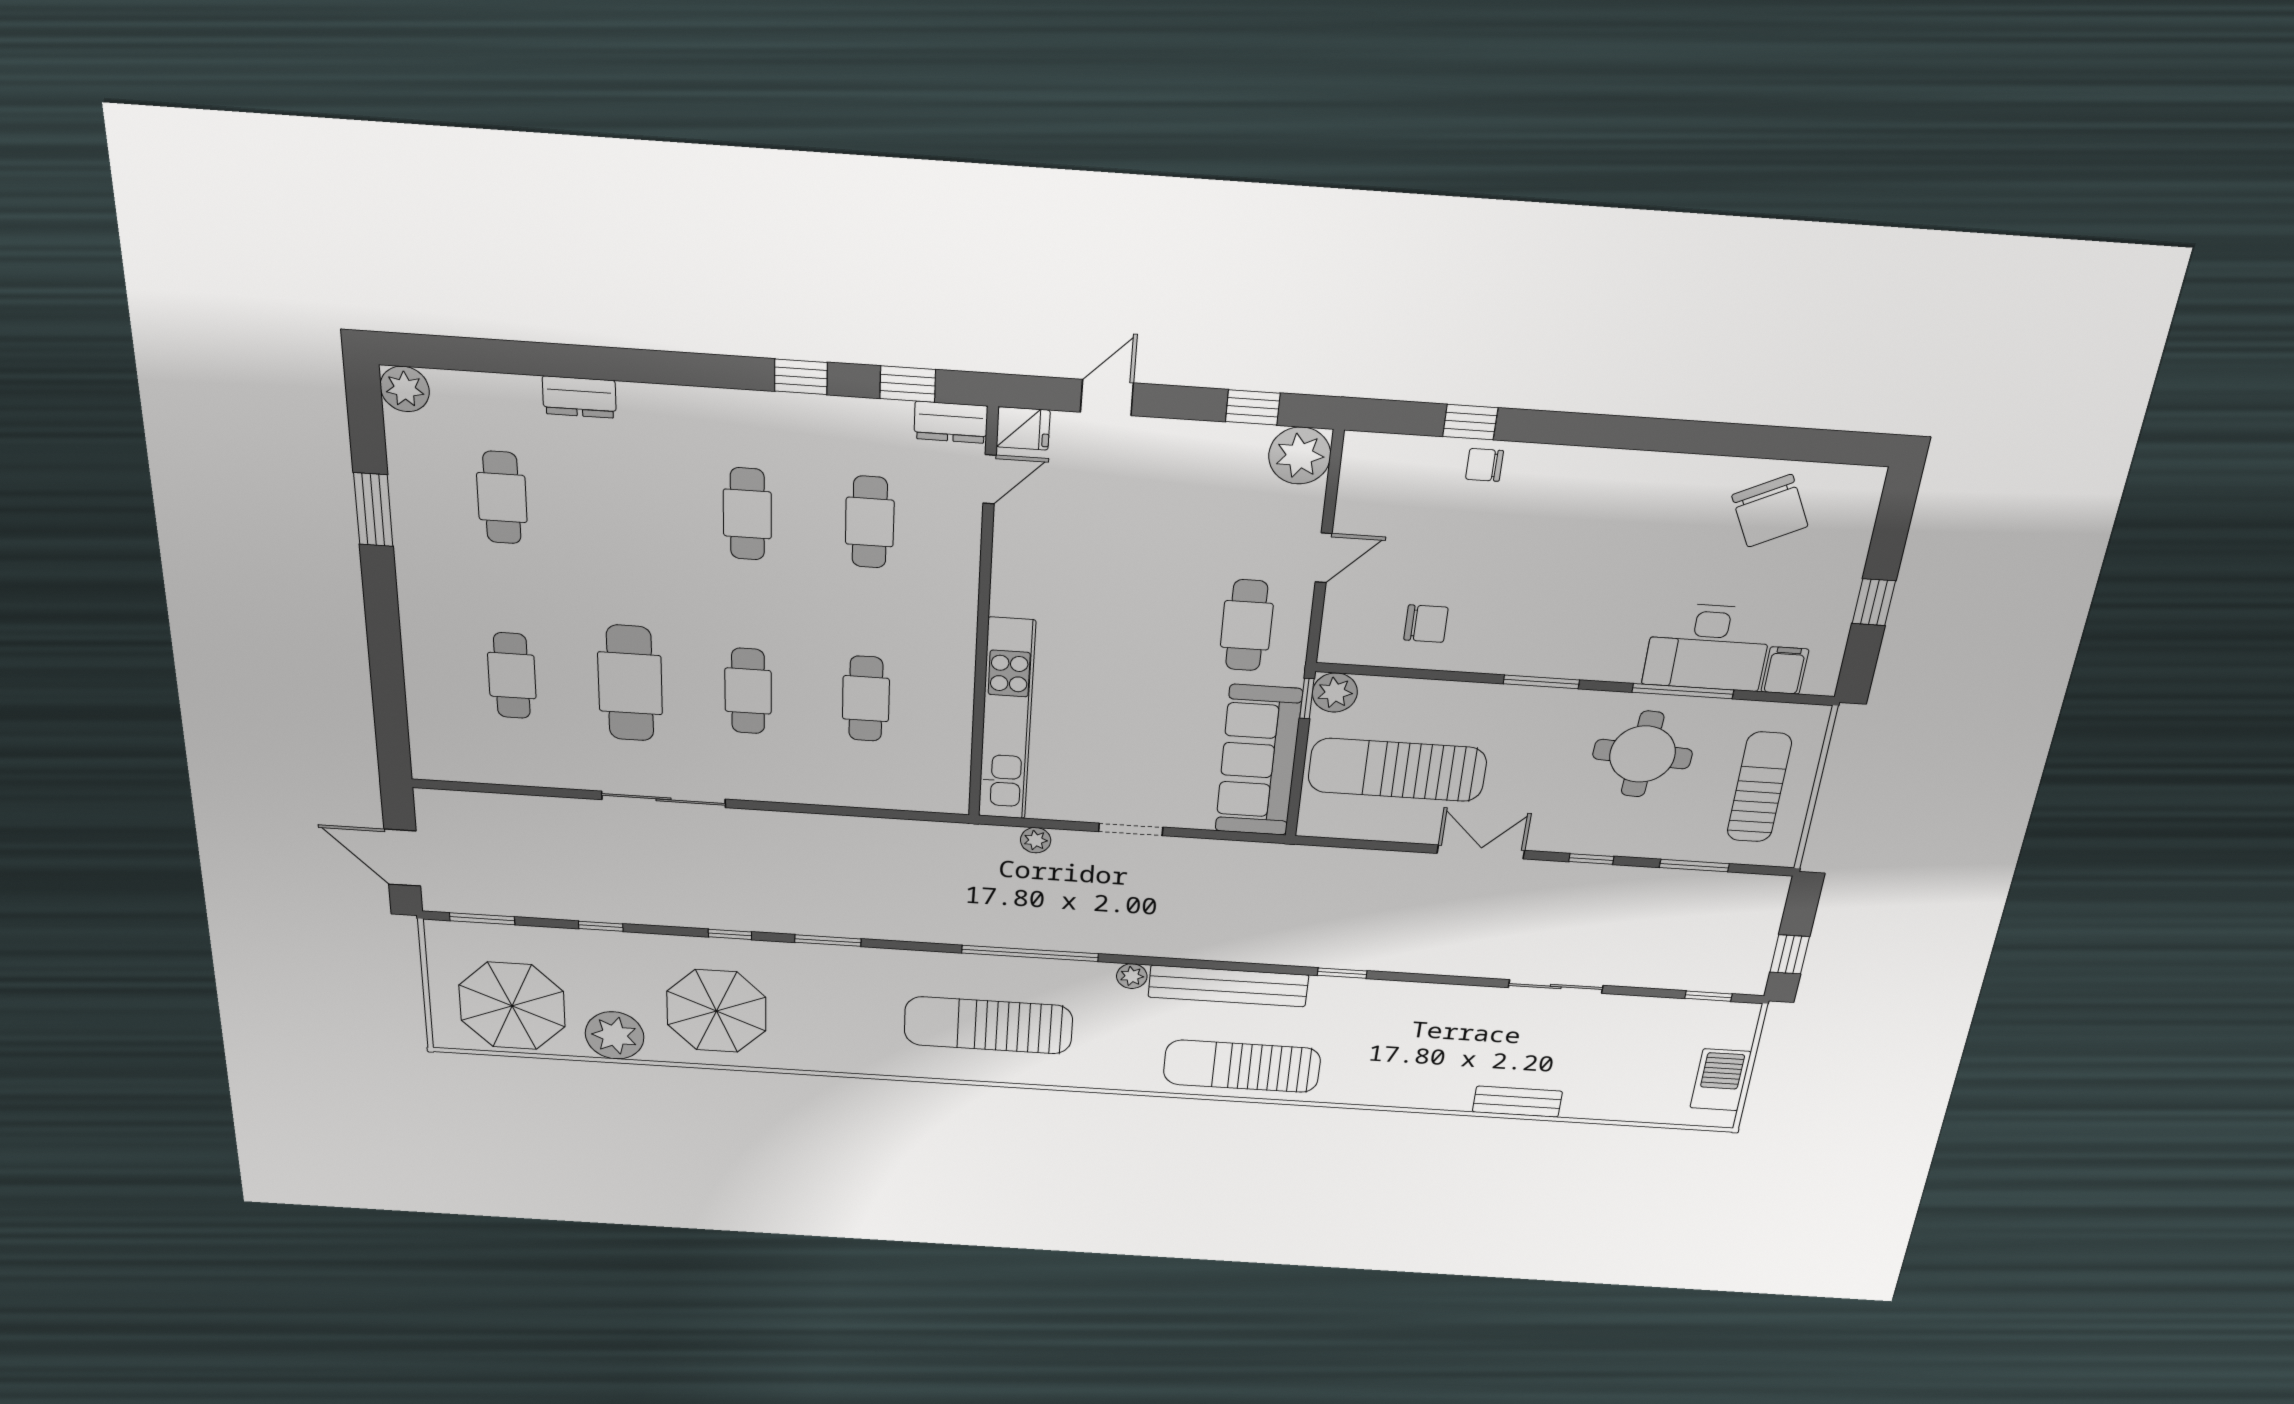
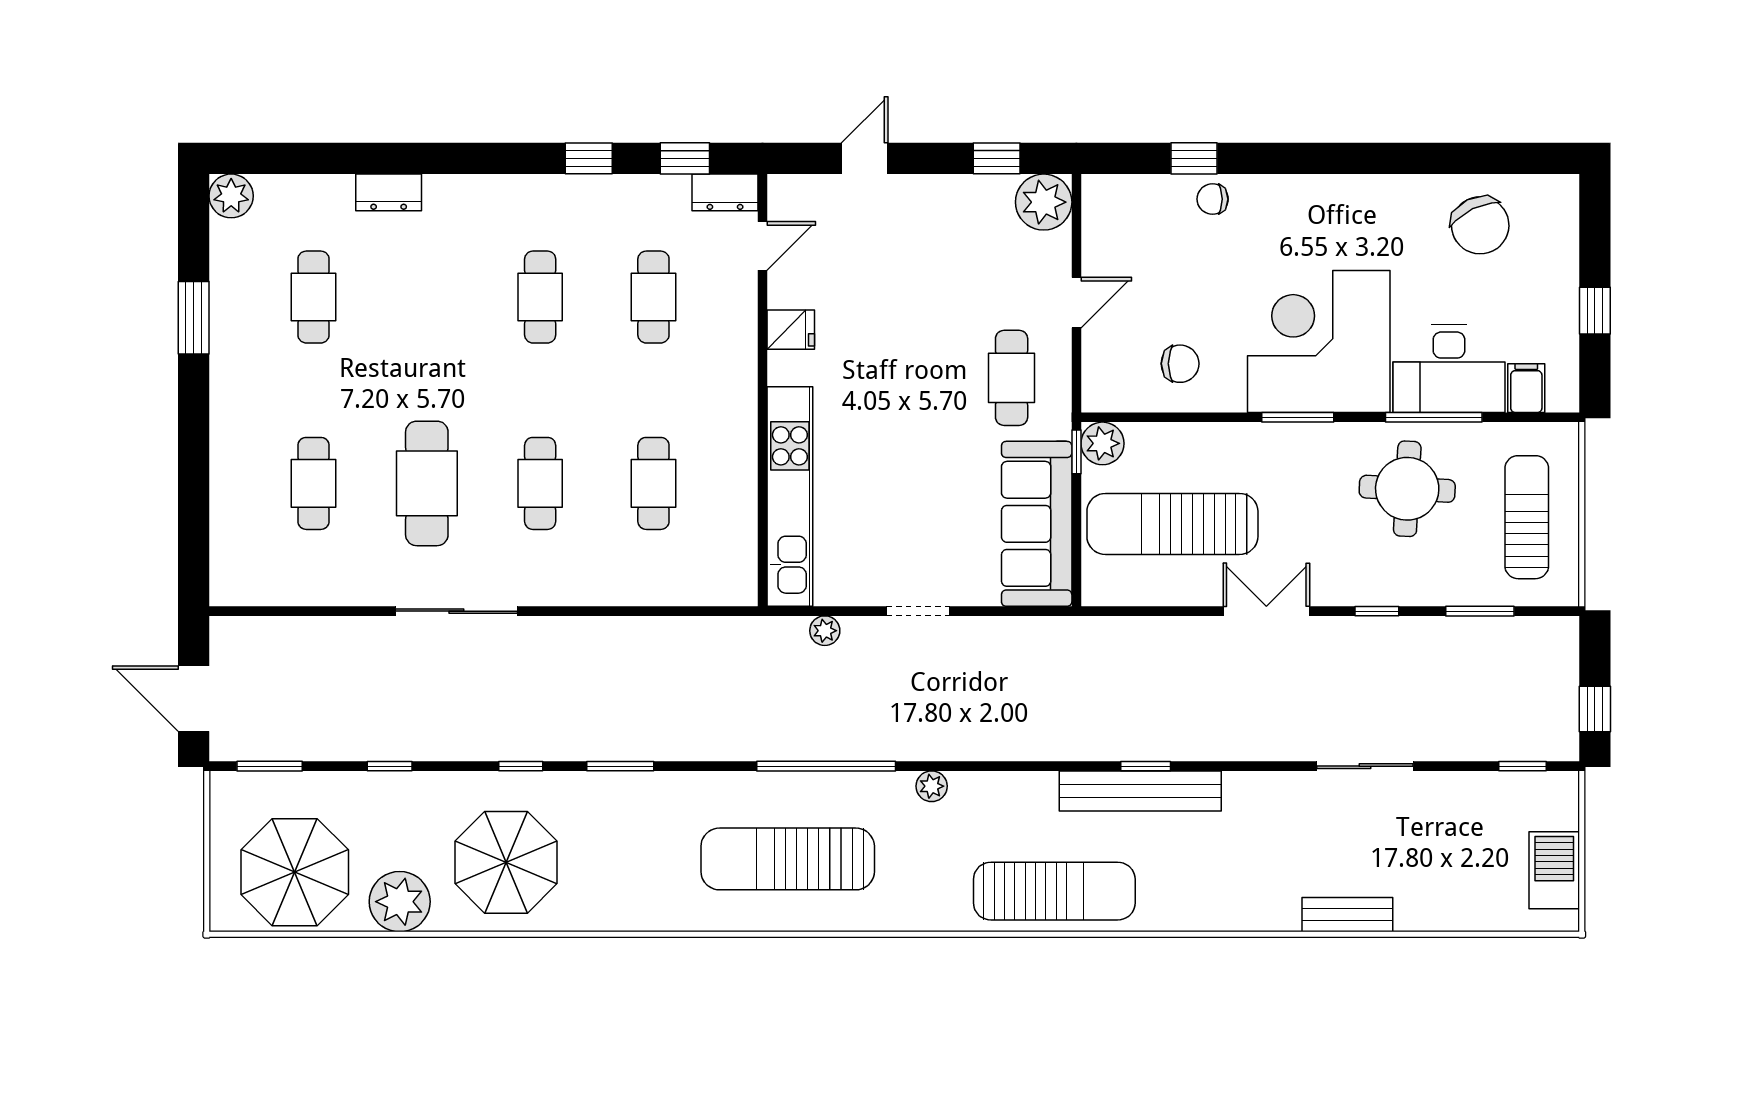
fridge: (1023, 428) -> (791, 330), moved
corner desk: (1576, 612) -> (1319, 341), added
bench: (1228, 986) -> (1140, 791), moved
sun lounger: (1242, 1066) -> (1054, 891), turned 180

